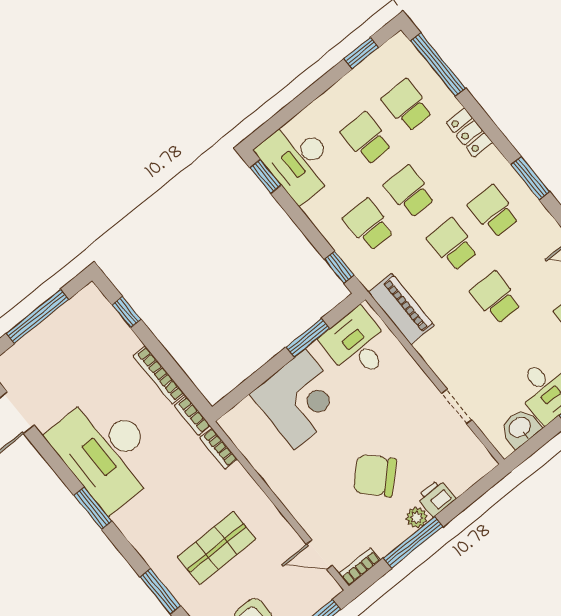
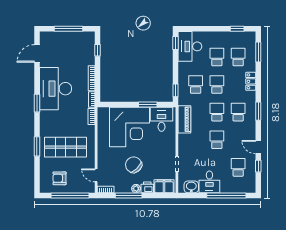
window: (438, 65) -> (258, 52), width x0.69
corner desk: (300, 399) -> (130, 127), width x1.36, depth x1.36
filing cabinet: (467, 470) -> (164, 186), added
shop shelf: (217, 548) -> (66, 147), width x1.43, depth x1.36

